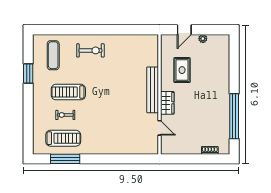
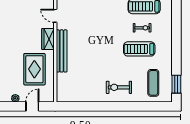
rug: (182, 70) -> (34, 69), width x1.36, depth x1.43
window: (28, 73) -> (176, 84), moved
treadmill: (68, 92) -> (139, 49), turned 180

